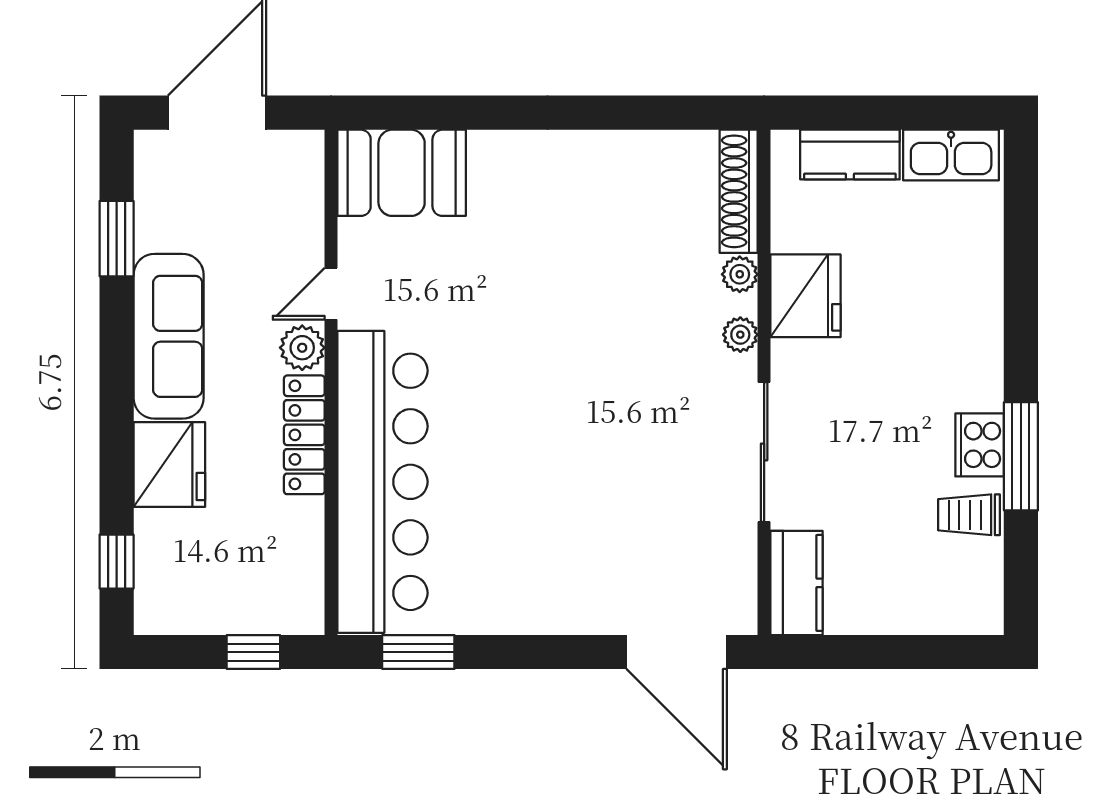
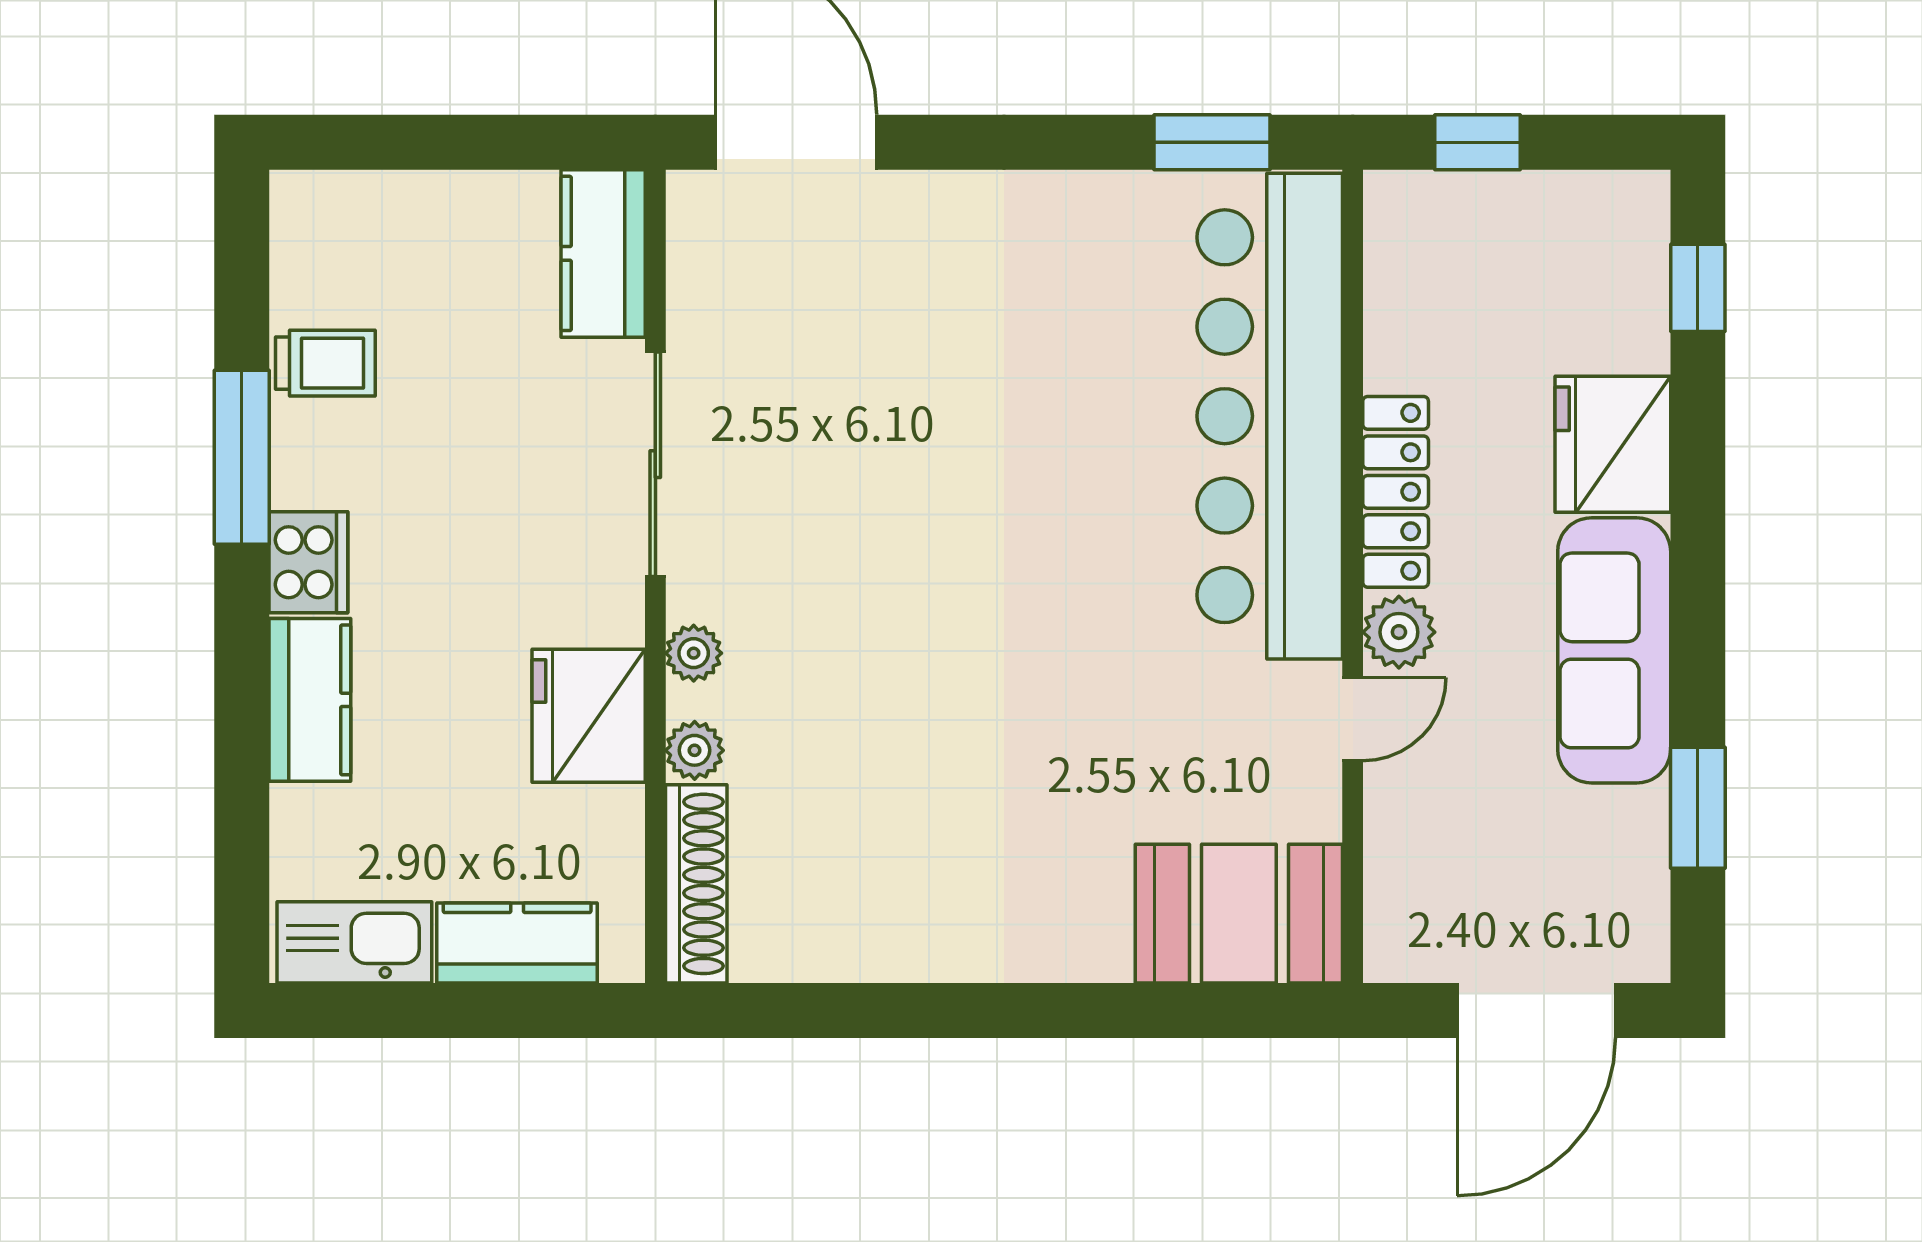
kitchen counter: (979, 306) -> (310, 700), added
cooker: (980, 445) -> (308, 562), moved

